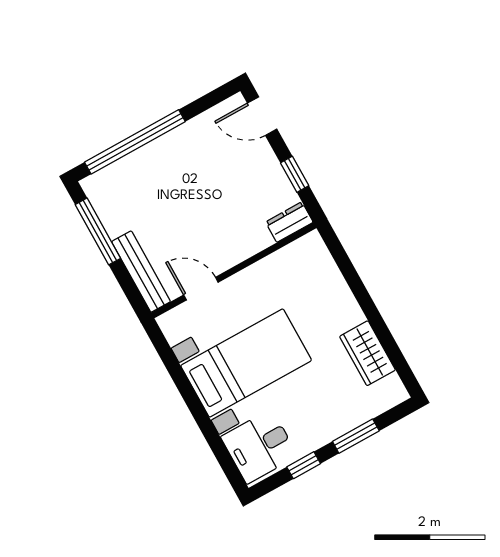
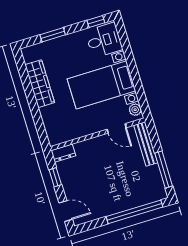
plant: (174, 331) -> (135, 110), added
wardrobe: (367, 353) -> (40, 84), width x1.50
window: (304, 465) -> (96, 22), moved

